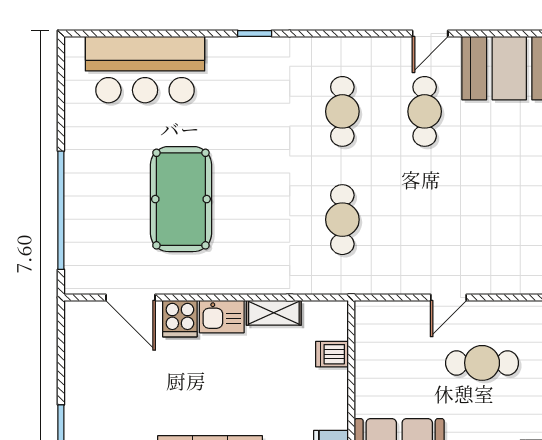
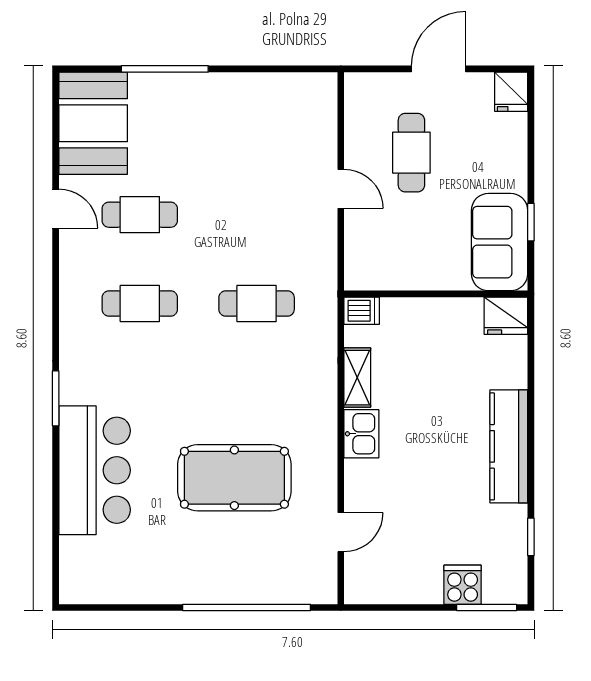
window: (255, 34) -> (56, 398), width x1.50
bar counter: (145, 70) -> (95, 470), moved
door: (131, 298) -> (341, 532), width x0.73
cooker: (180, 319) -> (463, 585), moved, turned -90
dishwasher: (332, 354) -> (362, 311), moved, turned -90

